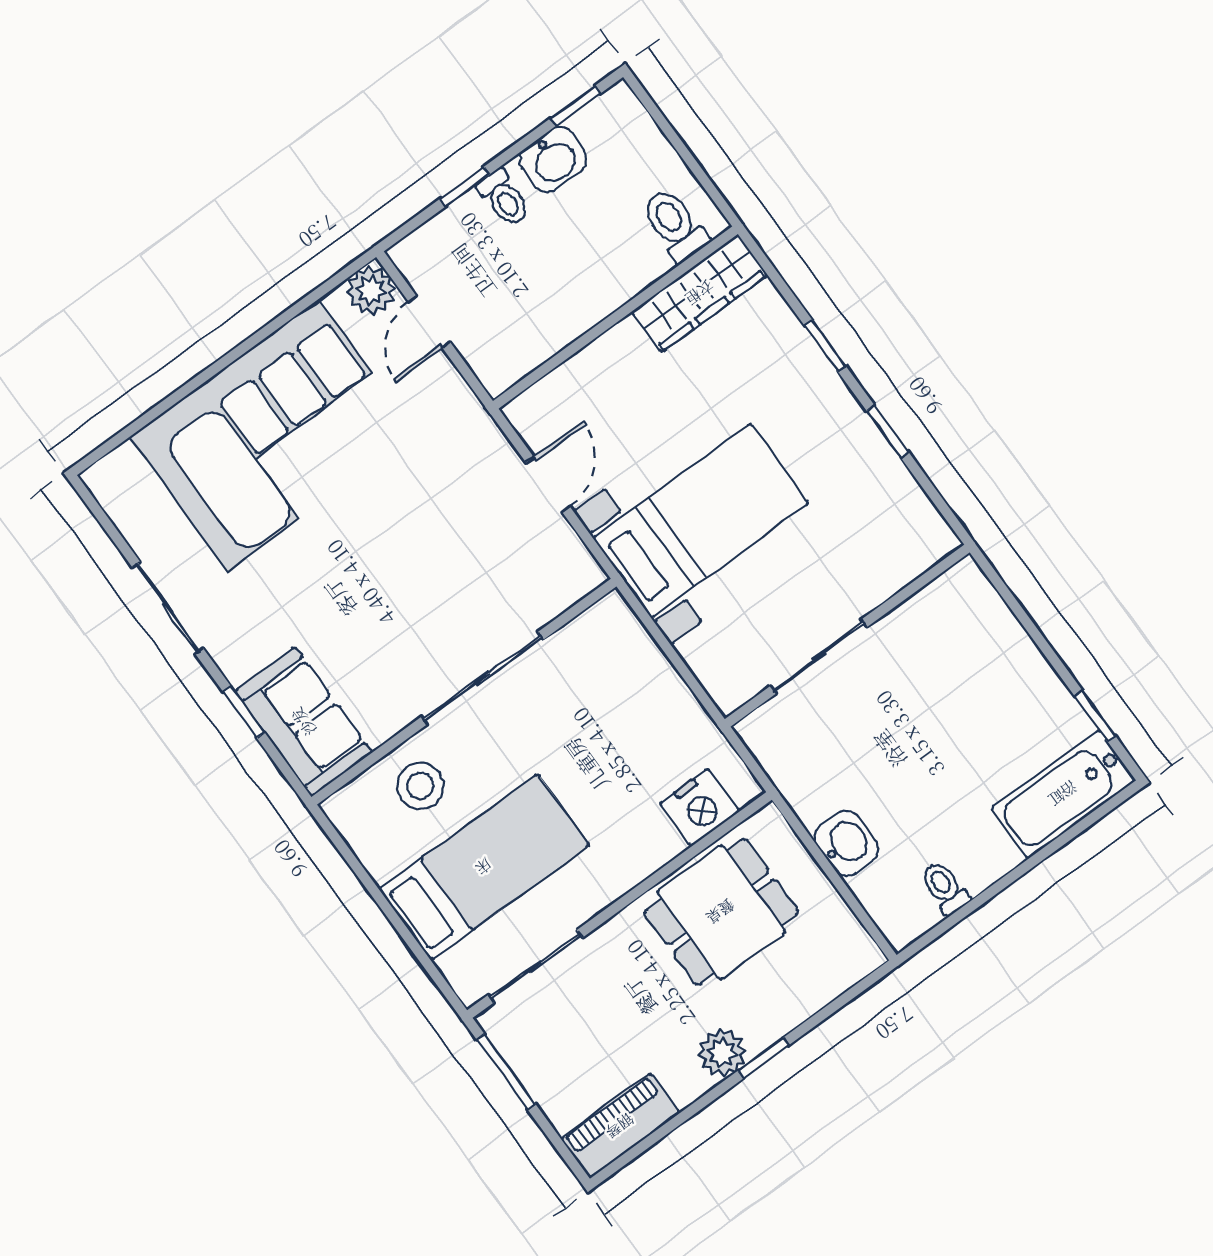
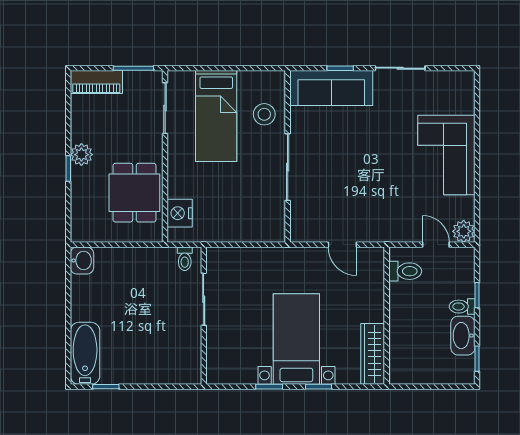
washbasin: (553, 160) -> (463, 336), width x1.38
toilet: (675, 225) -> (405, 271), moved
corner sofa: (273, 435) -> (446, 155), width x0.73, depth x0.74
bed with nightstands: (701, 521) -> (296, 339), moved, turned 180
sofa: (303, 722) -> (331, 88), width x1.36
washbasin: (846, 843) -> (82, 261), moved, turned -90
toilet: (945, 888) -> (185, 259), moved, turned 90
piano: (620, 1126) -> (96, 82), moved, turned 90

